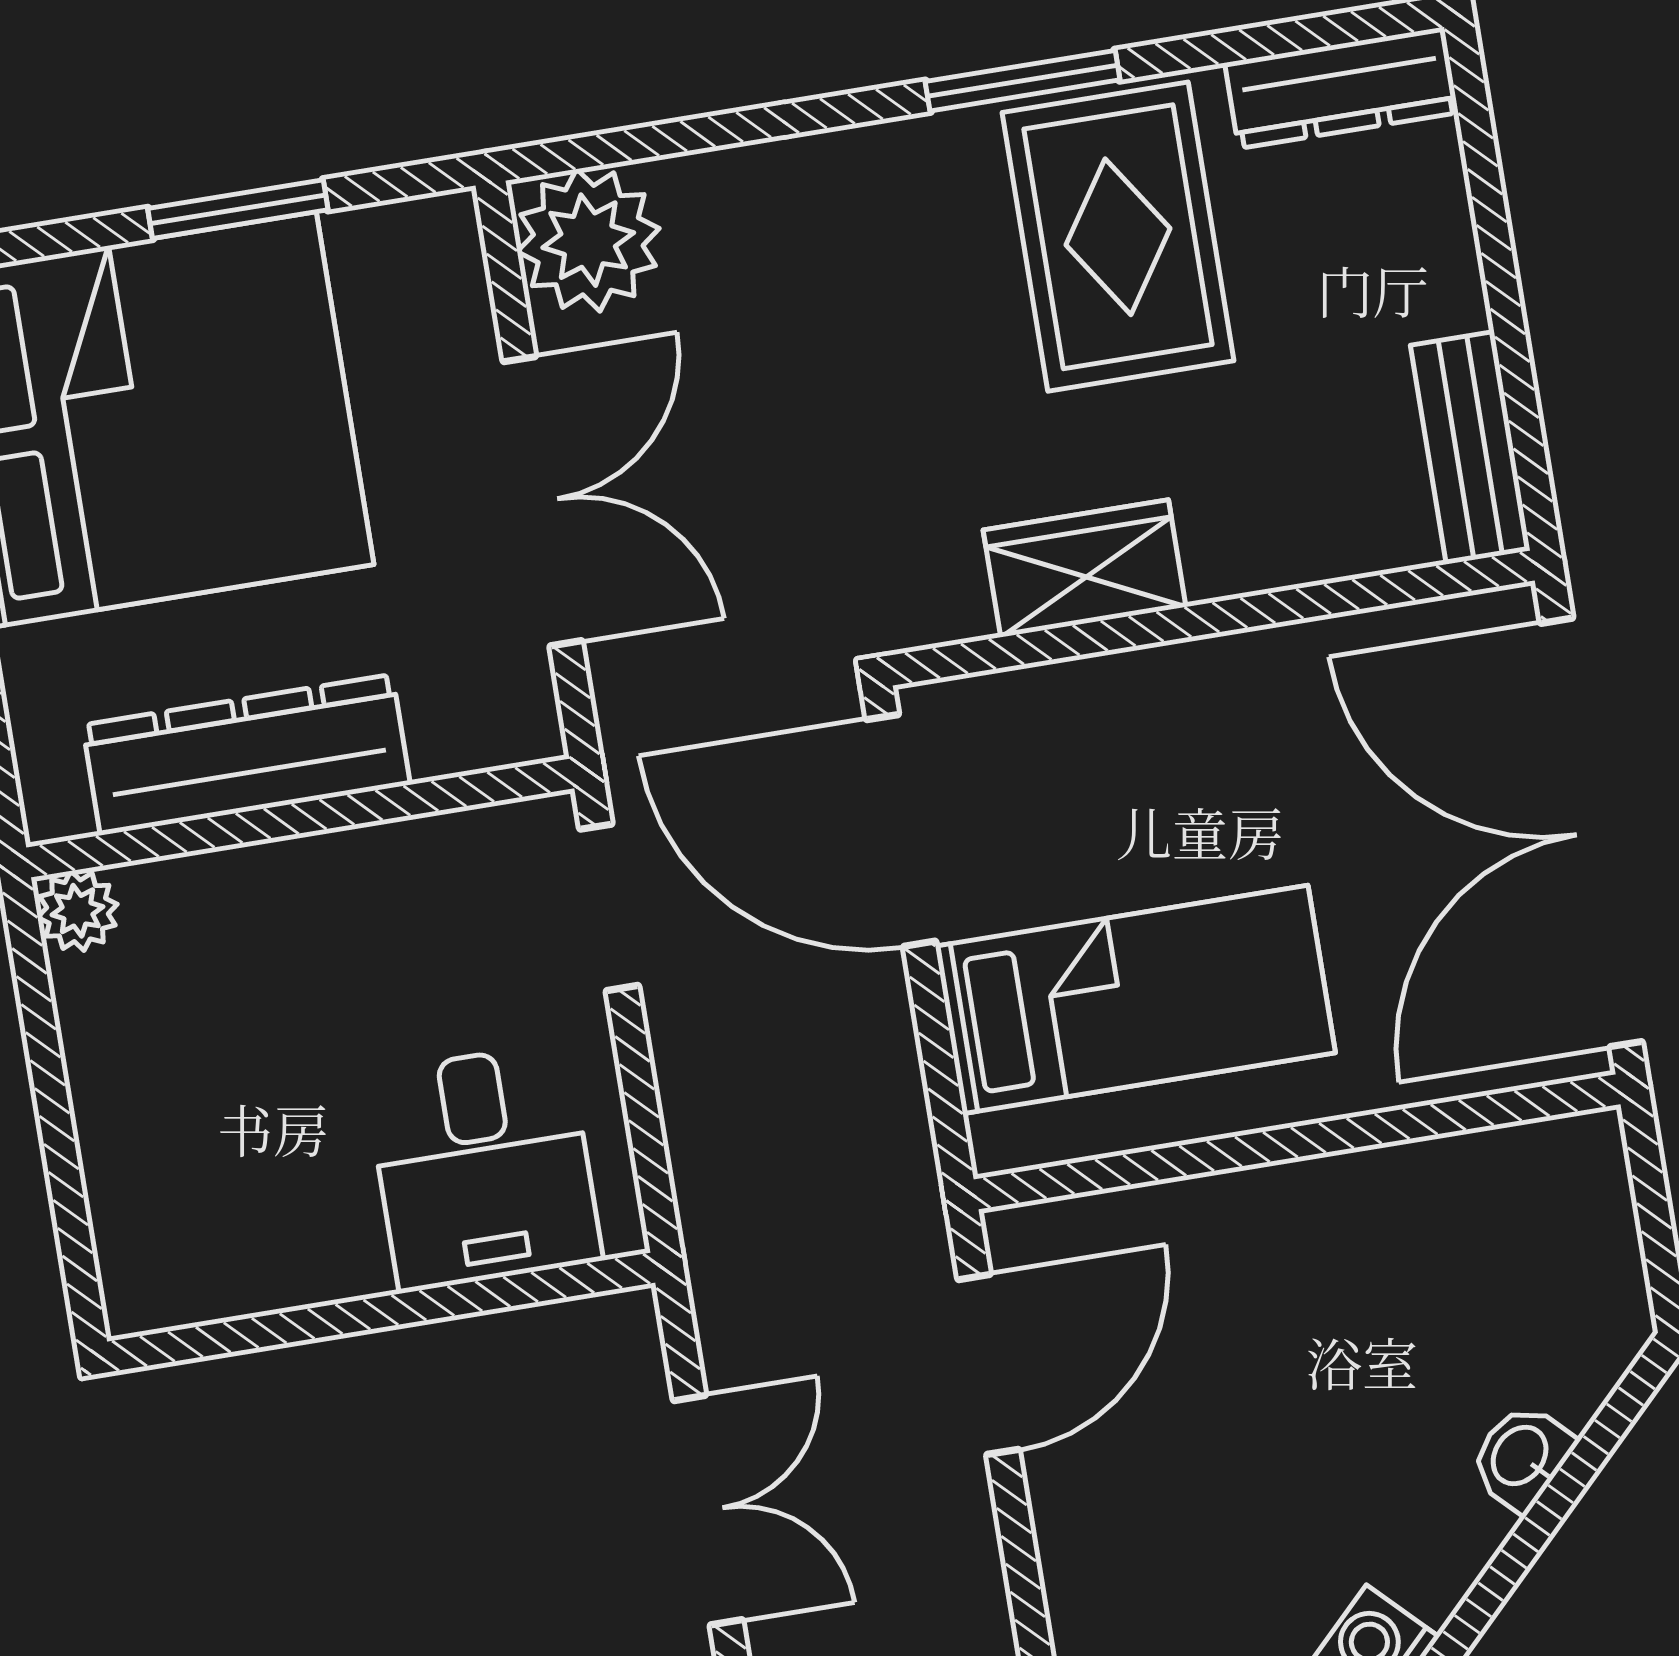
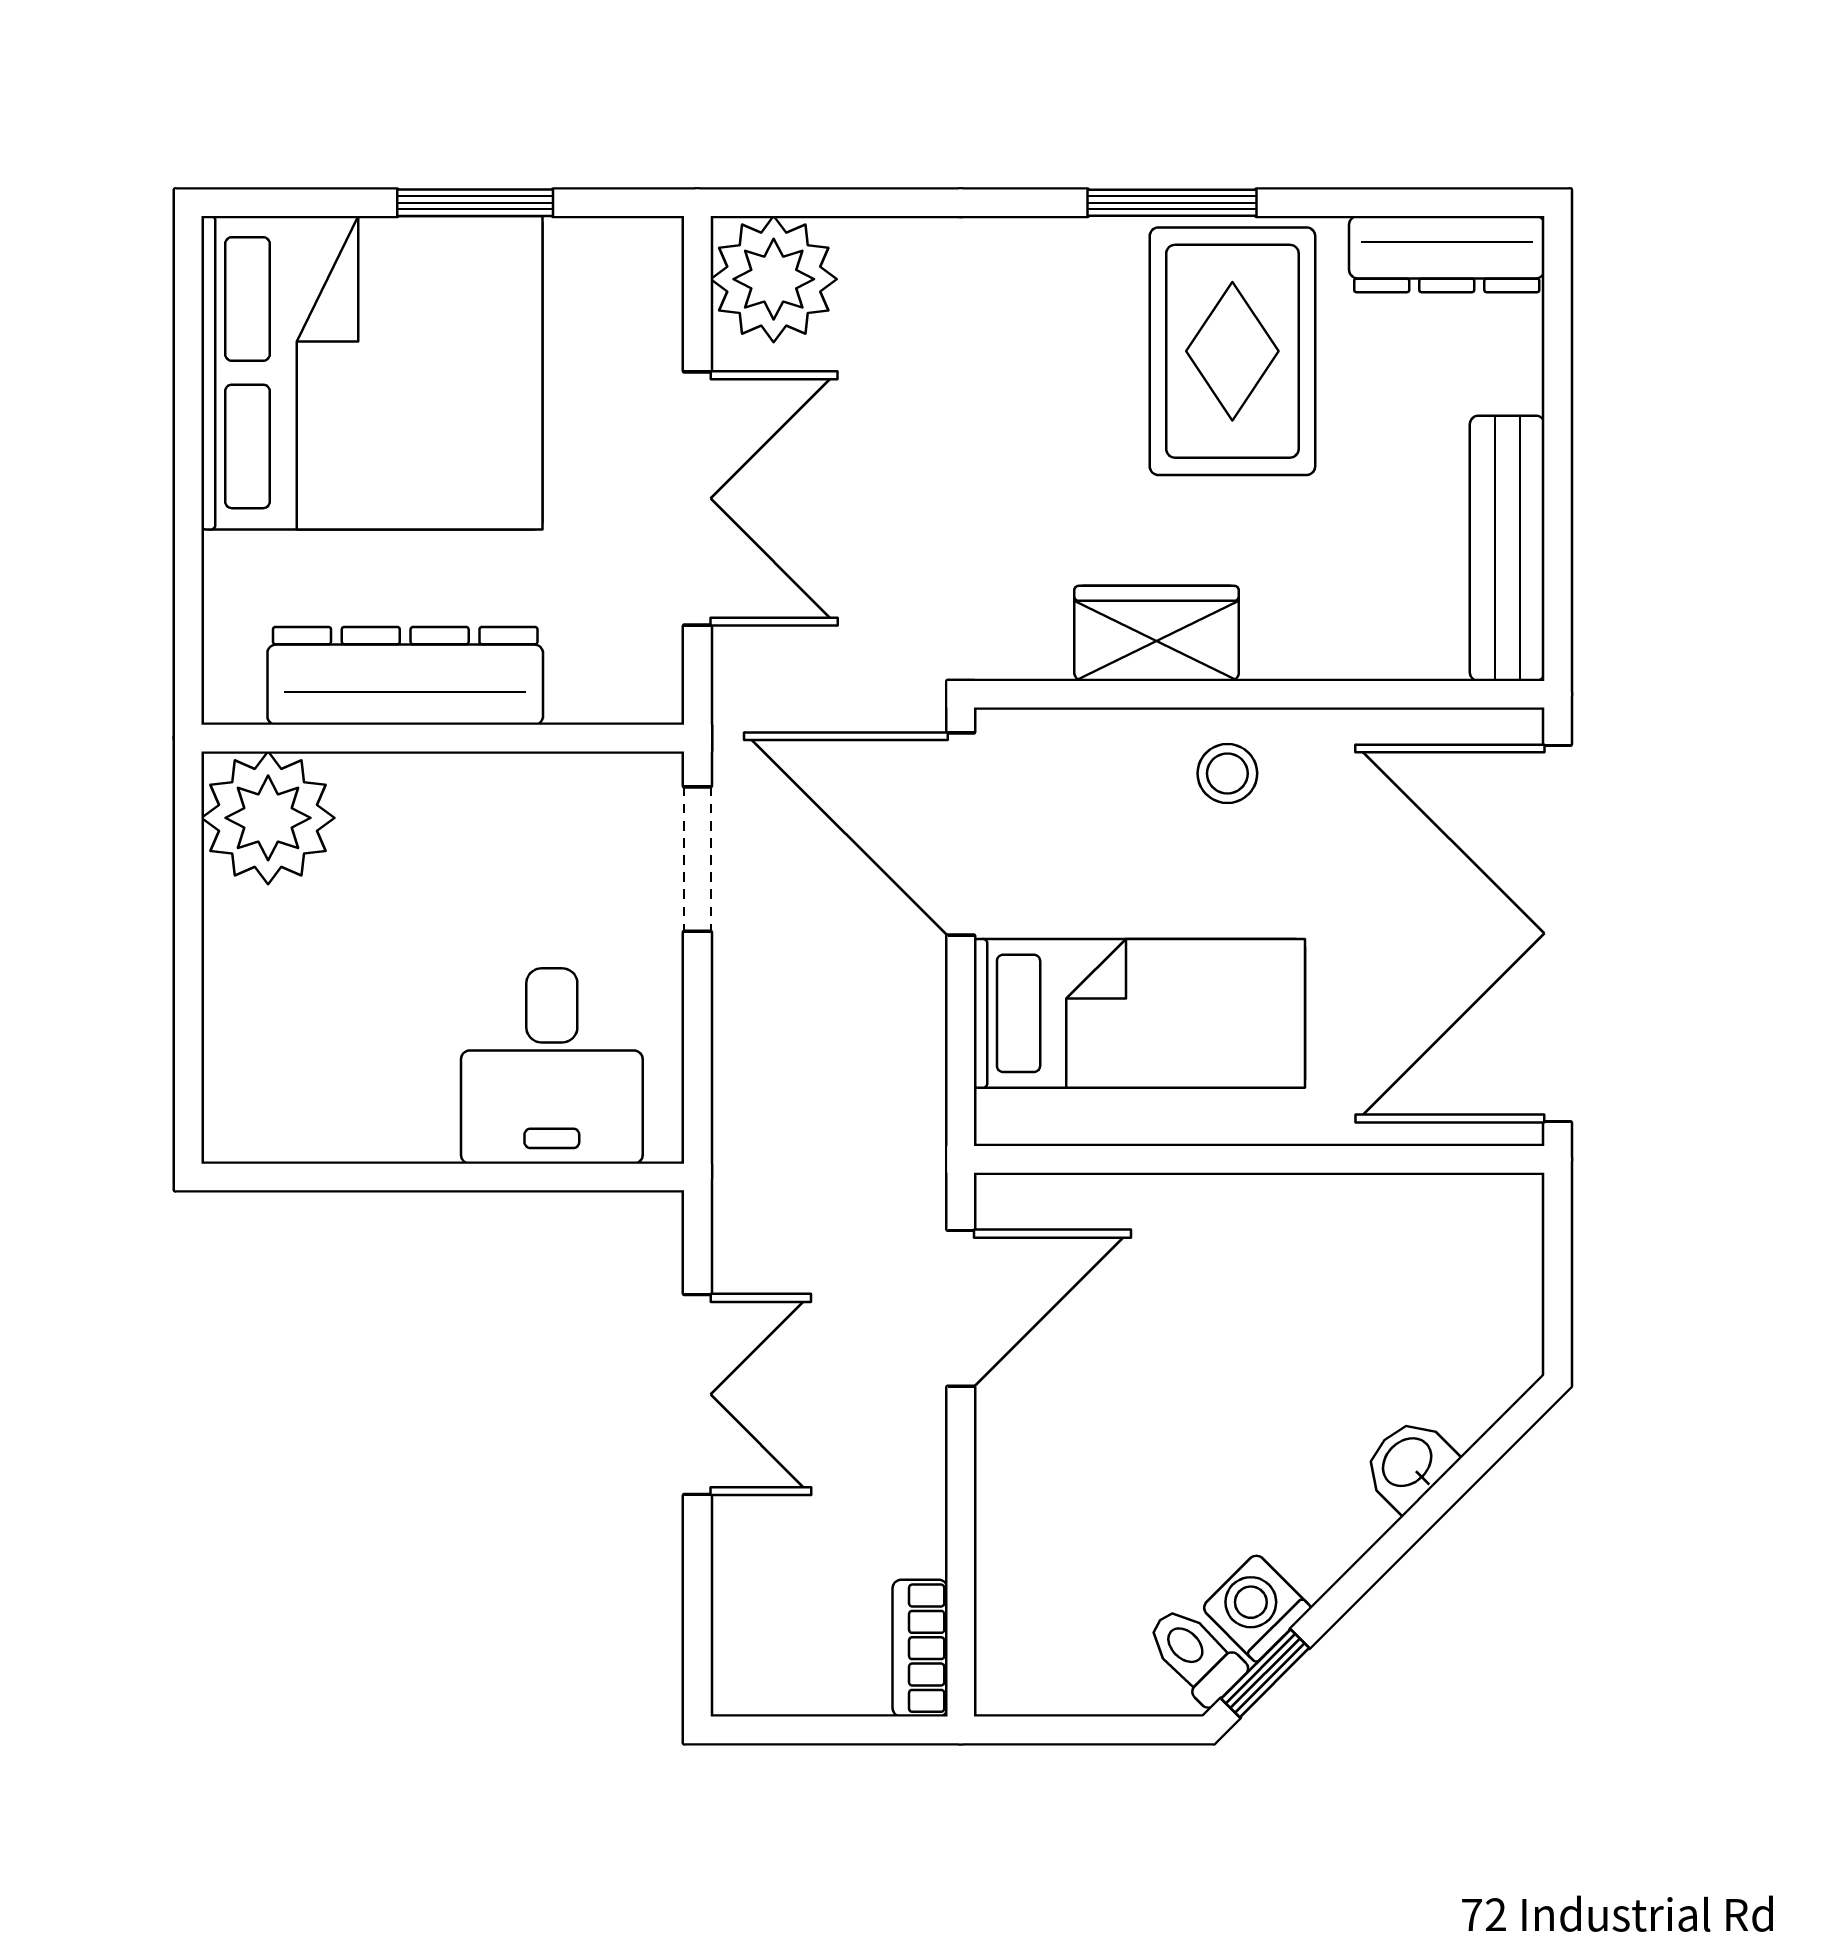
bench: (1470, 448) -> (1507, 548), width x1.36
stool: (1190, 713) -> (1227, 773), added
plant: (77, 911) -> (268, 818), width x1.88, depth x1.88

